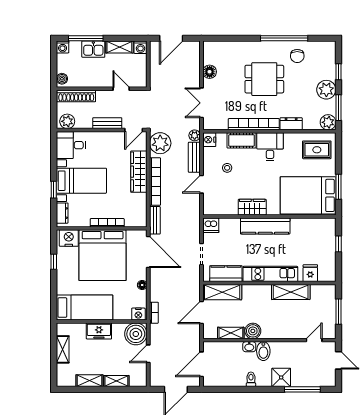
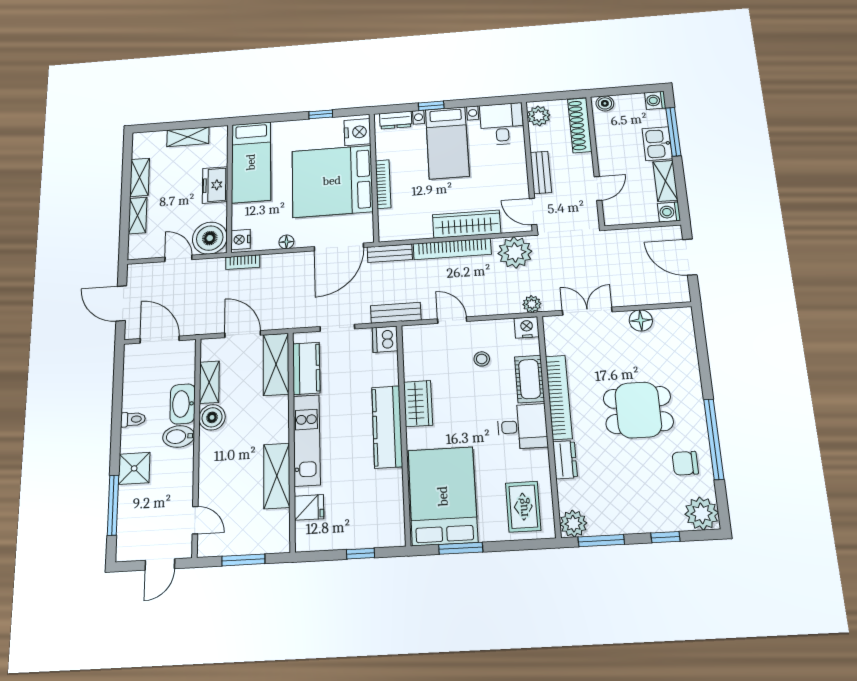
dining table: (264, 79) -> (638, 410), turned 90
plant: (326, 90) -> (702, 513), moved
bench: (194, 157) -> (396, 313), moved
washbasin: (249, 347) -> (183, 404), width x1.91, depth x1.45

